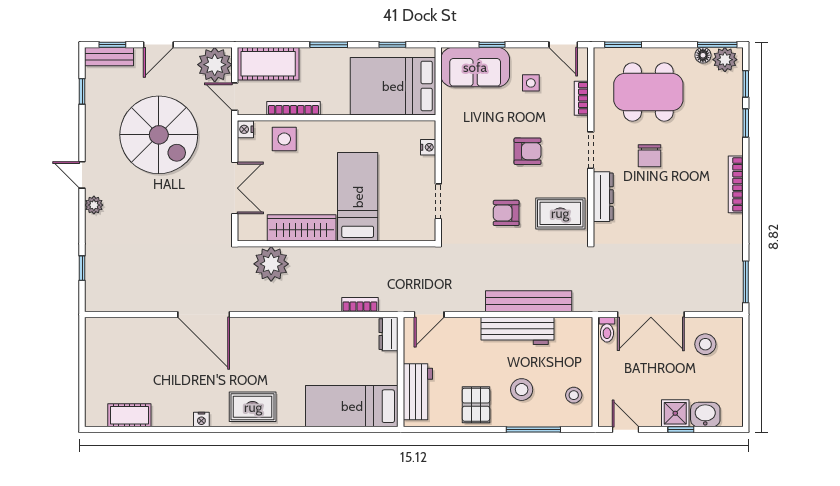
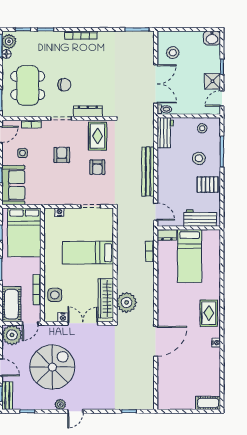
nightstand: (245, 129) -> (63, 317), moved
plant: (94, 205) -> (60, 404), moved
wardrobe: (302, 228) -> (106, 298), moved
bench: (529, 301) -> (148, 171), moved
workbench: (517, 331) -> (165, 133), moved, width x0.73
bed: (352, 406) -> (190, 256), moved
shower: (675, 413) -> (213, 81), moved
cot: (129, 415) -> (208, 403), moved, turned 90
washbasin: (705, 415) -> (212, 38), moved, turned -90

